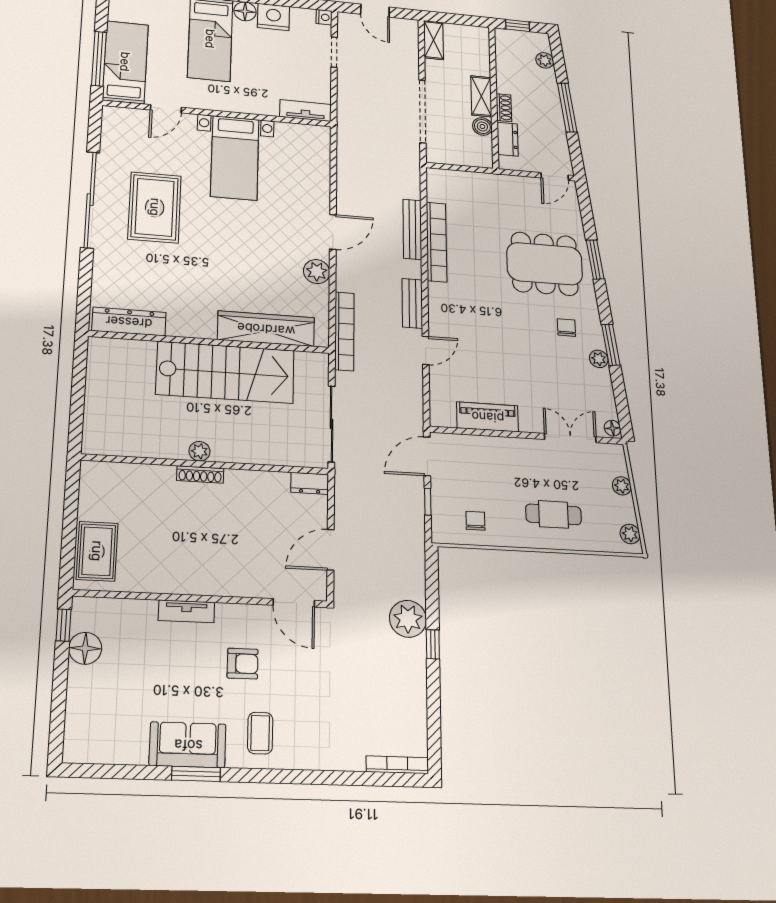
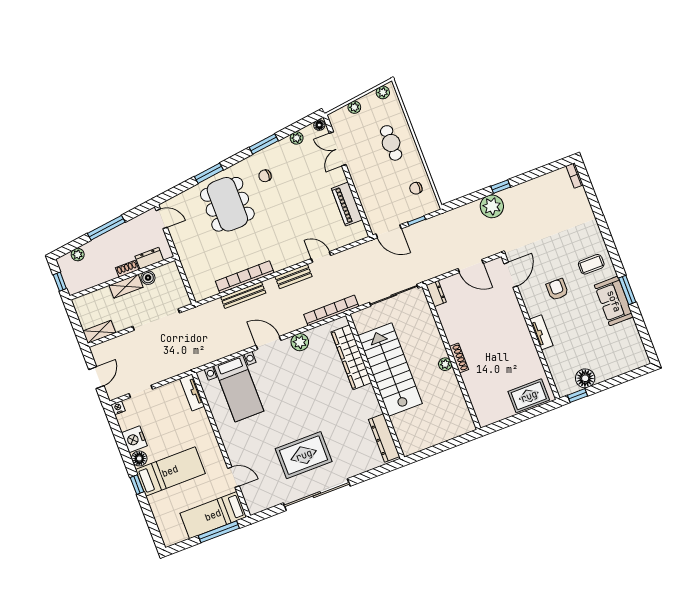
bed with nightstands: (235, 158) -> (239, 388), moved, turned 90
plant: (599, 359) -> (297, 138), moved
bookcase: (397, 765) -> (575, 176), width x0.64

